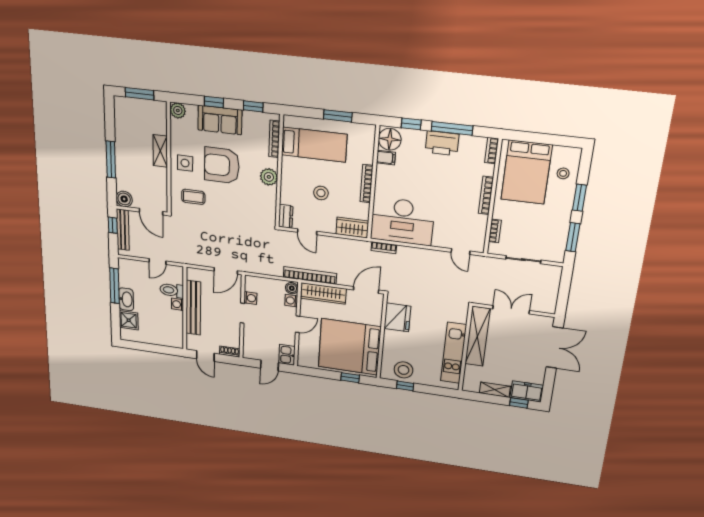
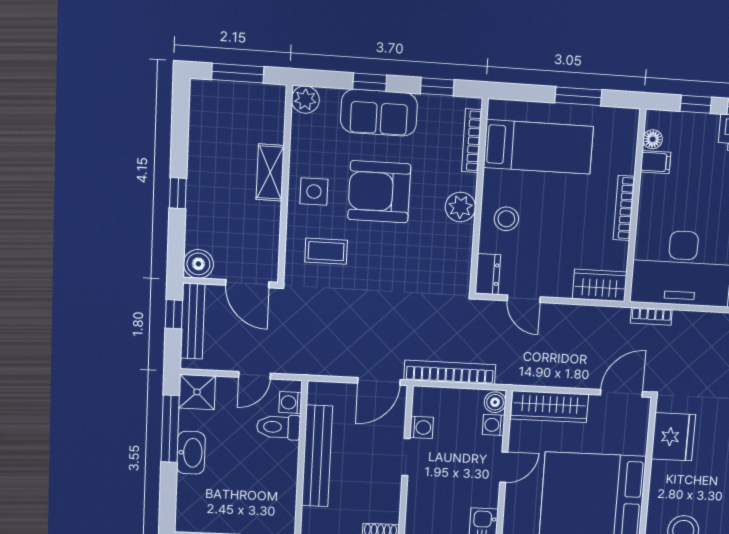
floor lamp: (390, 139) -> (653, 139), width x0.53, depth x0.53
window: (111, 160) -> (178, 193), width x0.46
stool: (321, 193) -> (506, 219), moved
bookcase: (310, 275) -> (450, 372), moved
washing machine: (178, 304) -> (290, 402), moved
shower: (129, 320) -> (197, 392), moved

